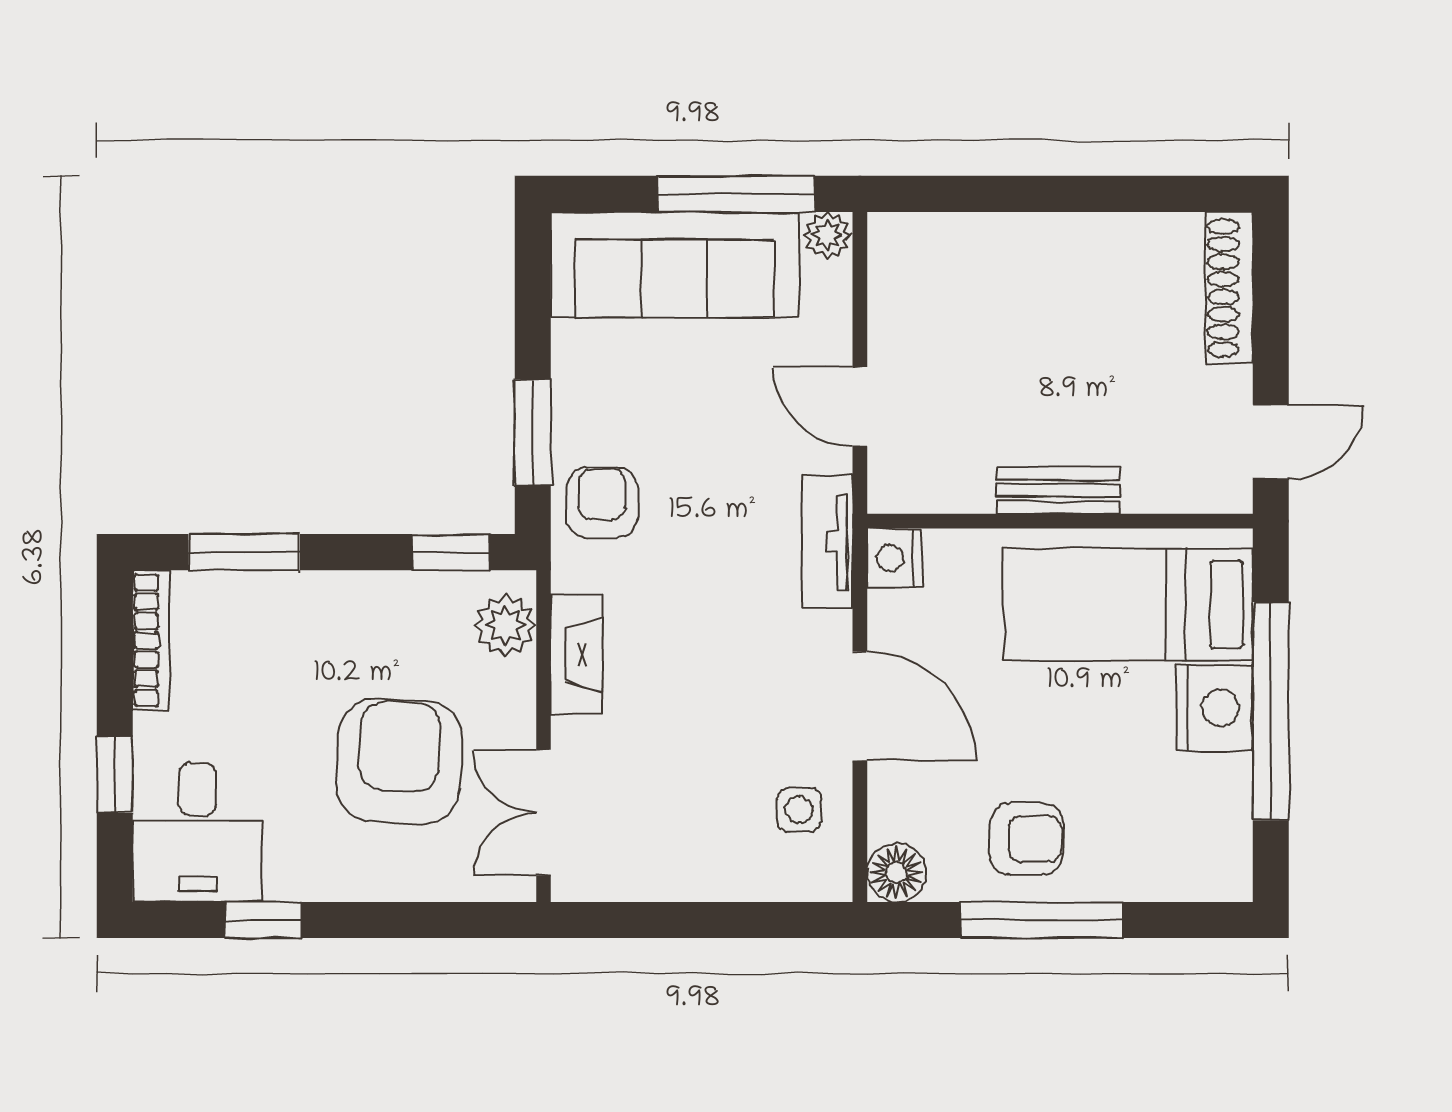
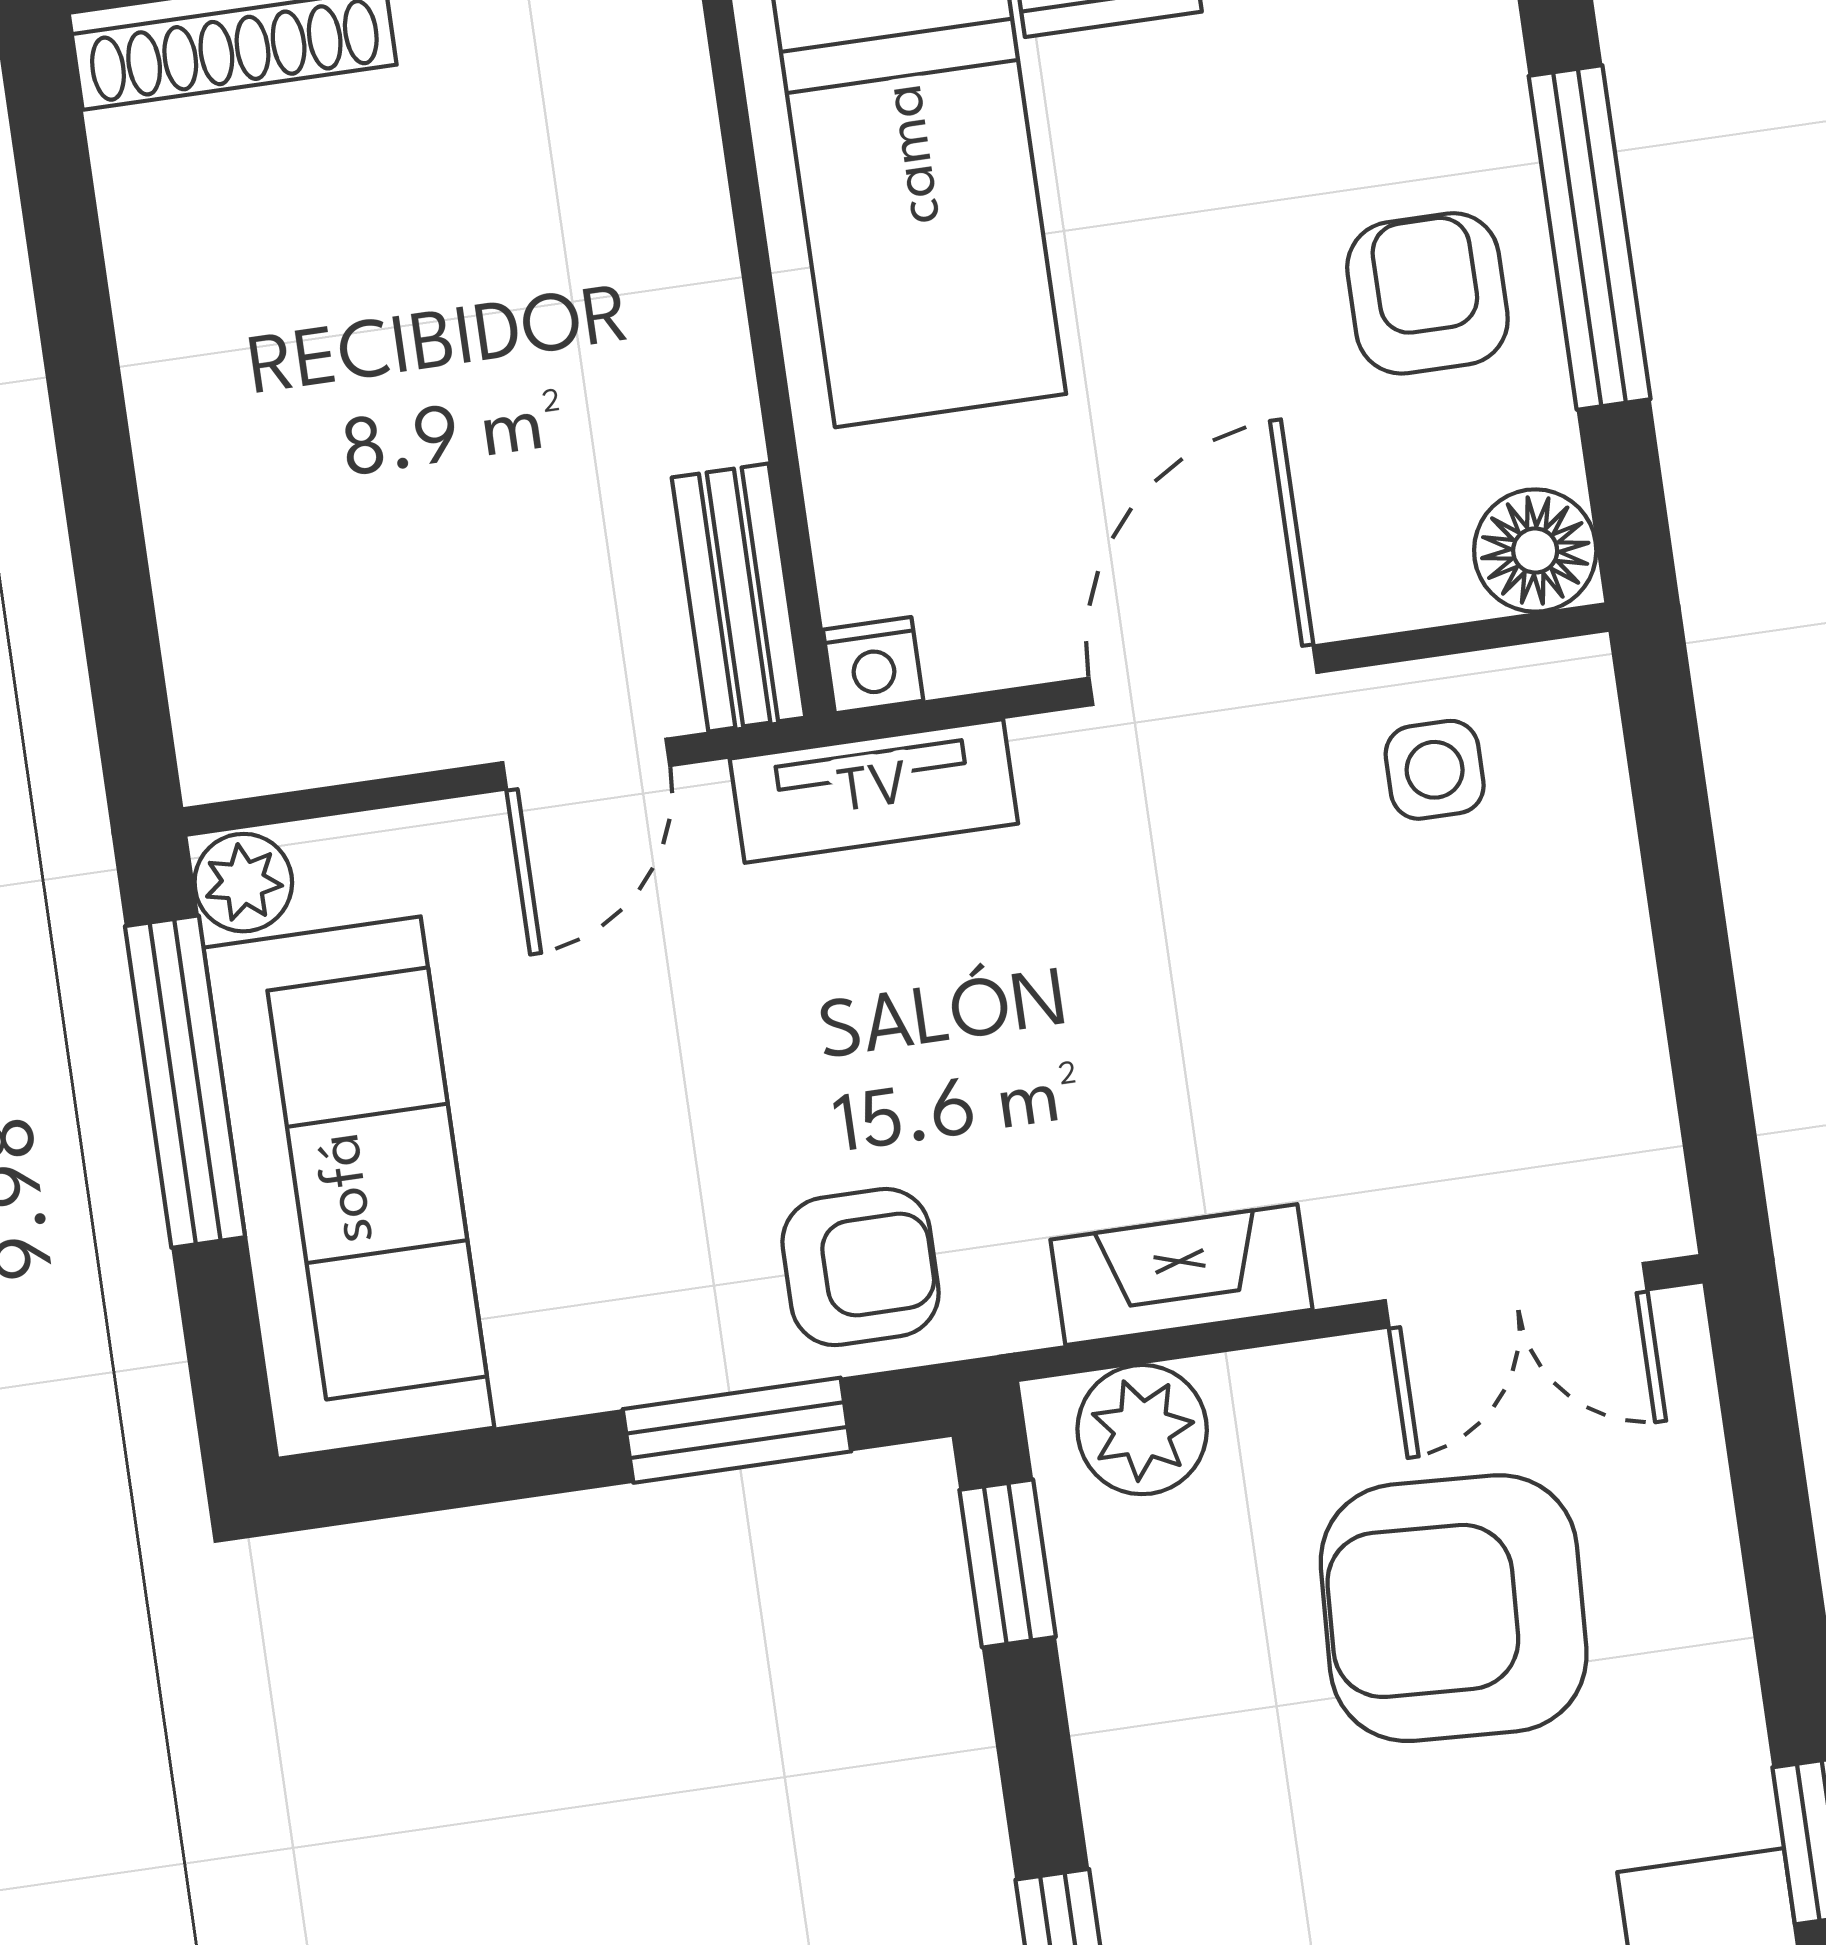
bench: (1058, 490) -> (738, 597), moved
armchair: (602, 503) -> (861, 1267), turned 180
nightstand: (895, 558) -> (873, 665), width x0.72, depth x0.74

